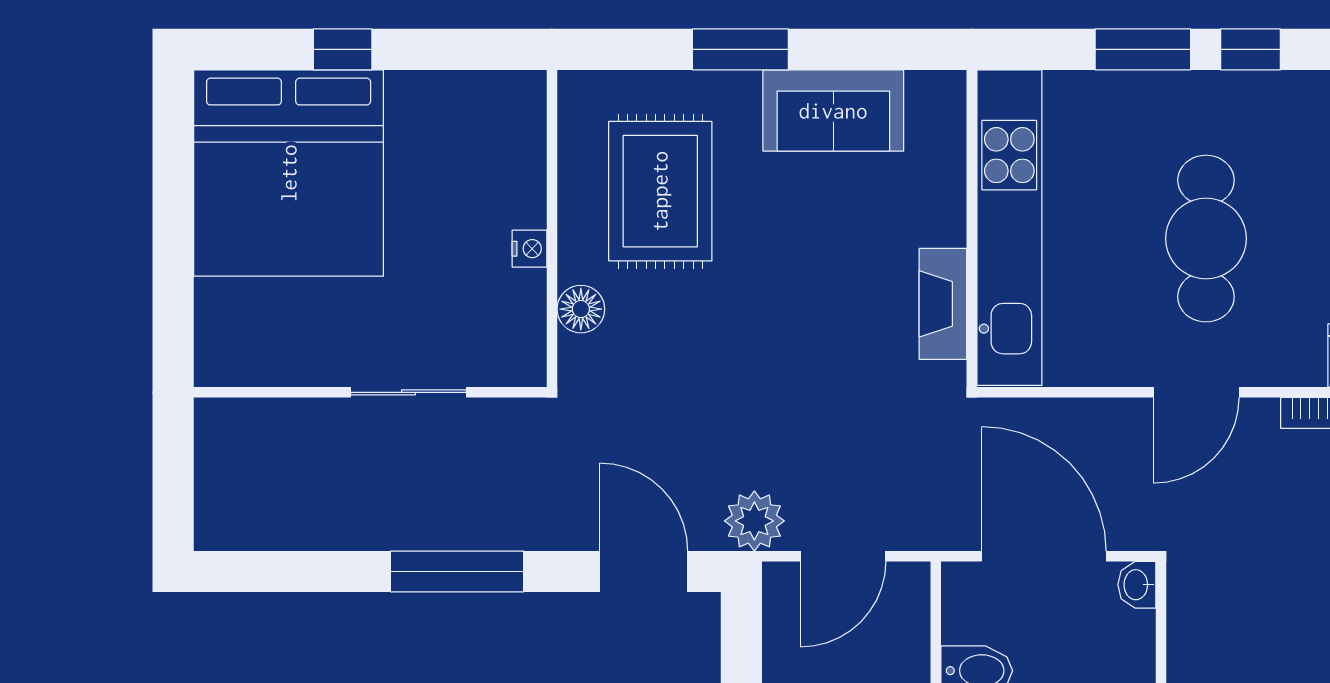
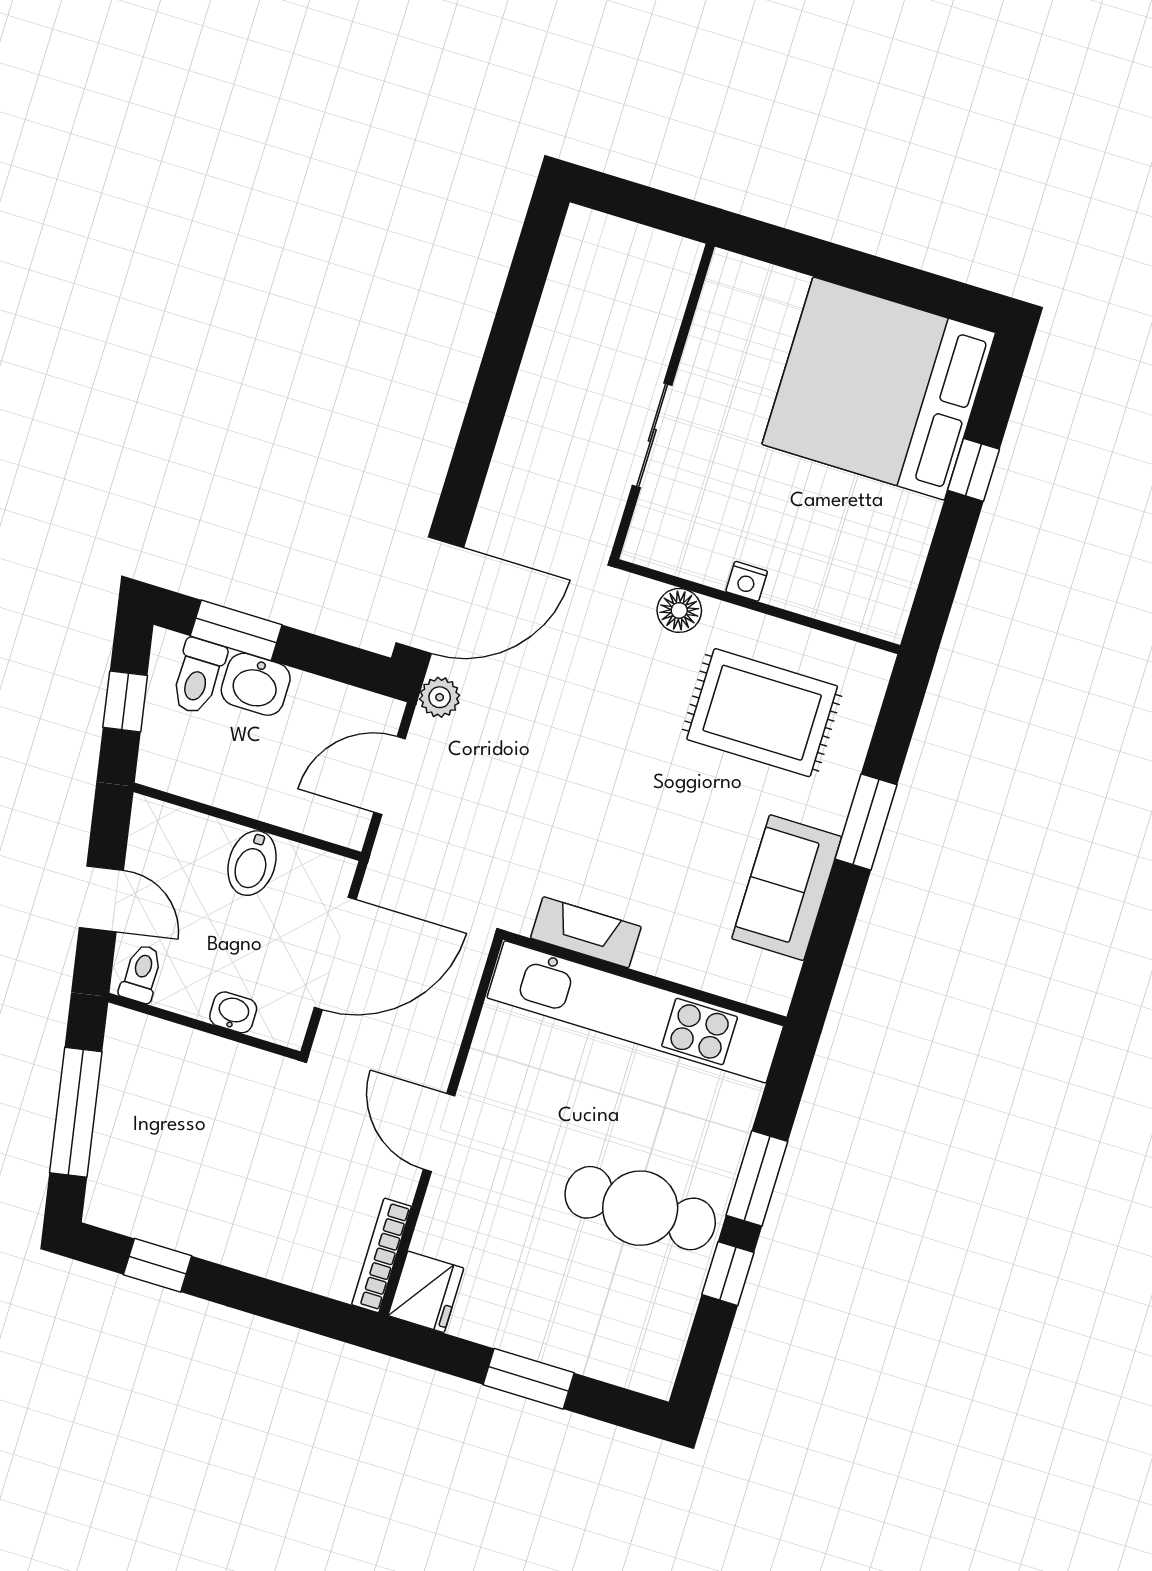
cafe table: (1206, 239) -> (640, 1208), moved
plant: (754, 521) -> (440, 697), width x0.73, depth x0.73
door: (843, 556) -> (390, 776), hinge flipped
window: (457, 571) -> (480, 430), removed
door: (644, 571) -> (430, 595), width x1.36
washbasin: (1137, 585) -> (233, 1012), moved

